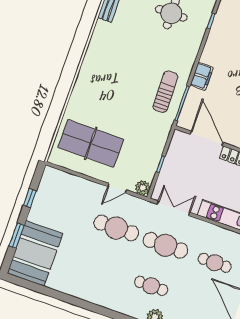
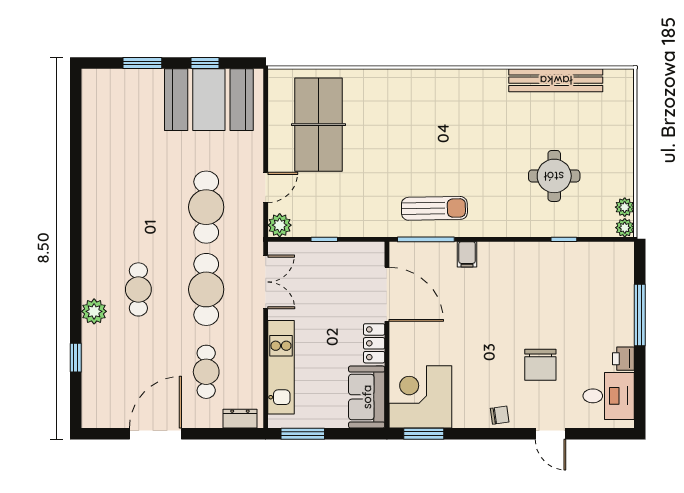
filing cabinet: (202, 76) -> (467, 254), width x0.50
door: (207, 138) -> (387, 294), hinge flipped
door: (117, 188) -> (266, 187), swing flipped
booth: (35, 253) -> (209, 100), moved

